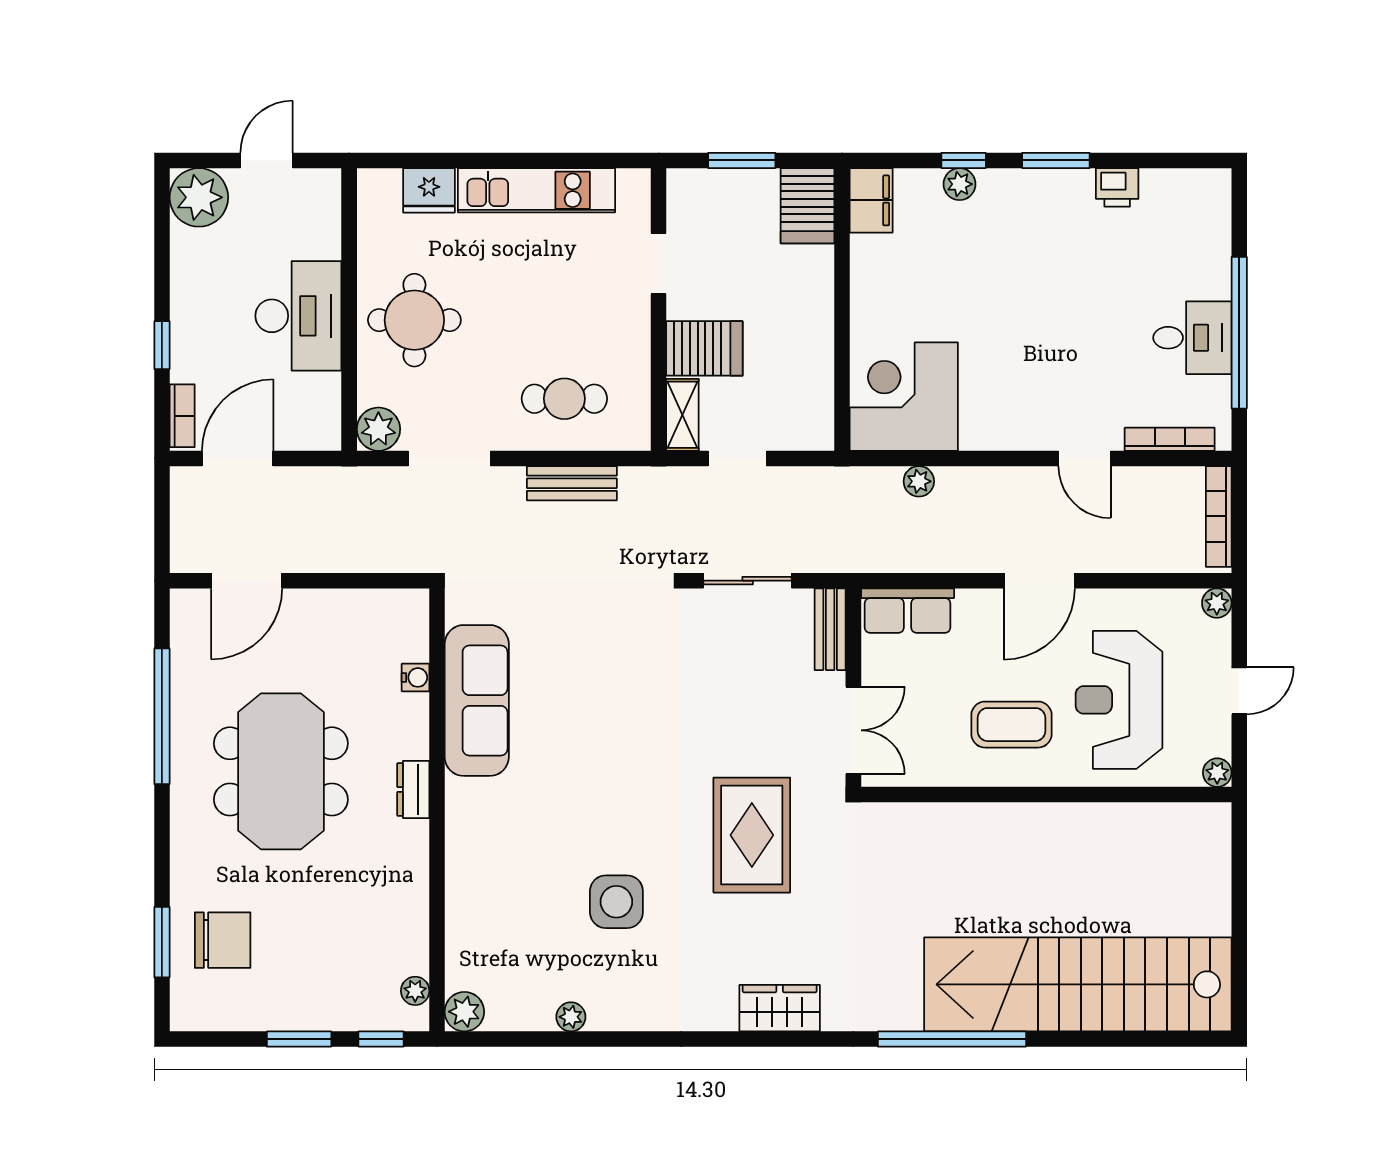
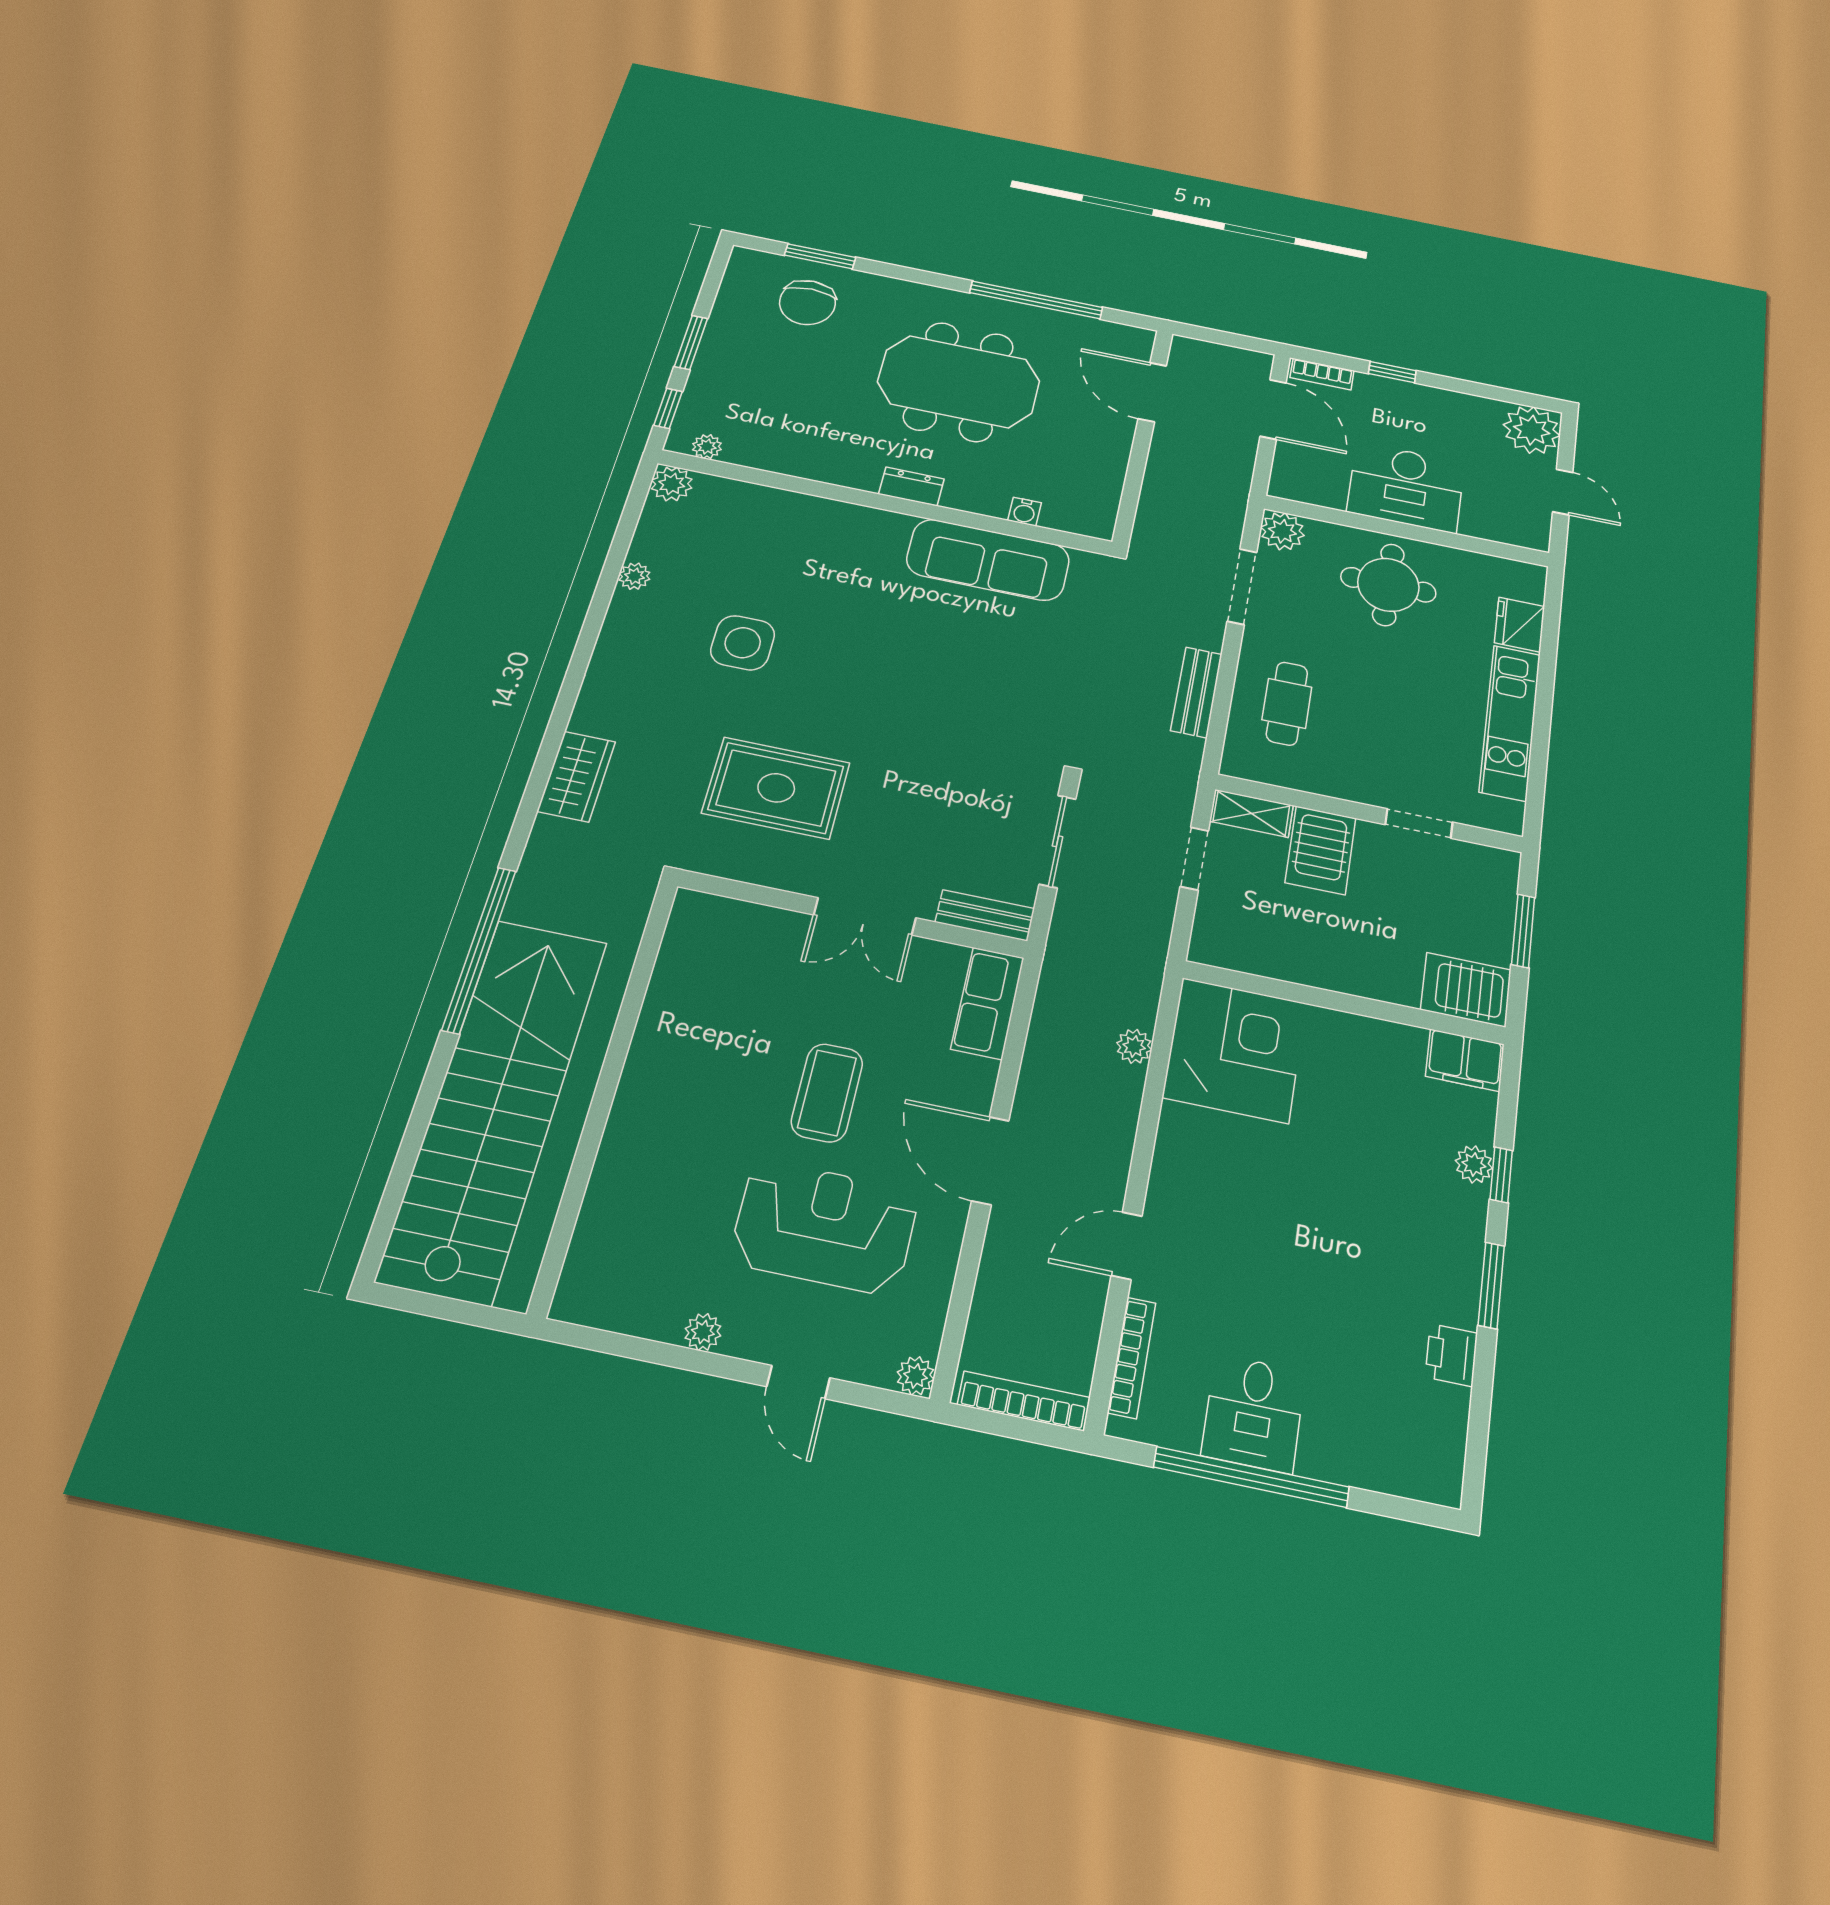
wall: (1046, 795) -> (606, 1089), moved

